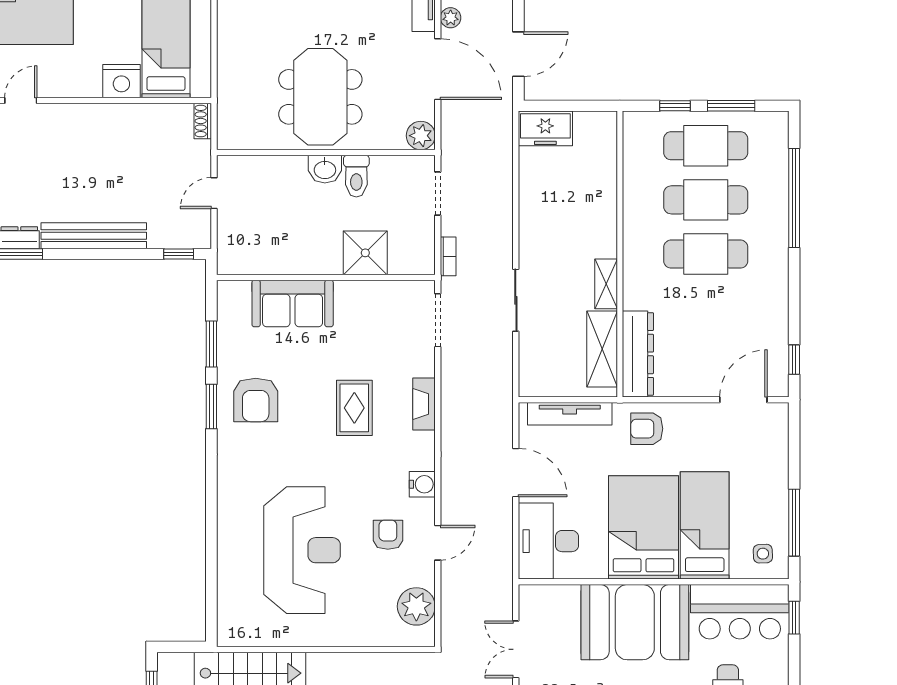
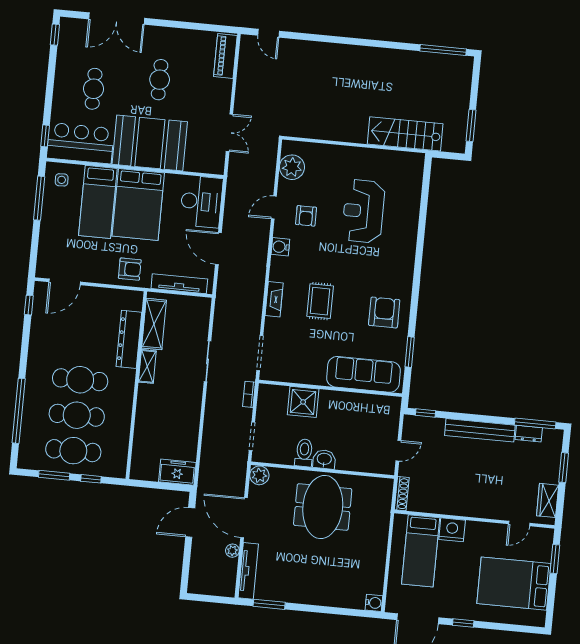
shoe rack: (203, 121) -> (402, 494), width x1.43
sofa: (293, 303) -> (364, 374), width x1.36
dresser: (638, 354) -> (129, 339), moved
window: (211, 406) -> (414, 311), removed
reception desk: (302, 550) -> (363, 211), width x0.74, depth x0.77

